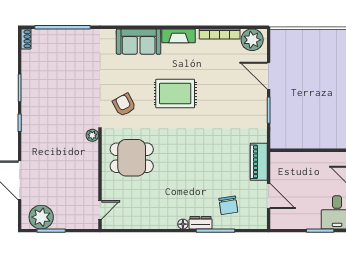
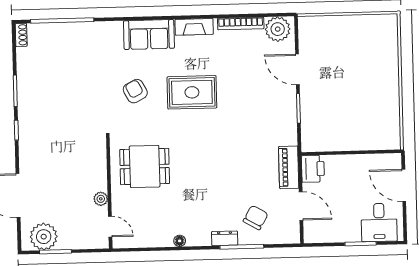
armchair: (124, 105) -> (135, 91), moved
plant: (92, 135) -> (101, 199), moved
printer: (280, 164) -> (313, 169), added
chair: (228, 205) -> (256, 217), turned -141
door: (100, 210) -> (110, 227), hinge flipped
floor lamp: (183, 224) -> (180, 241), moved

